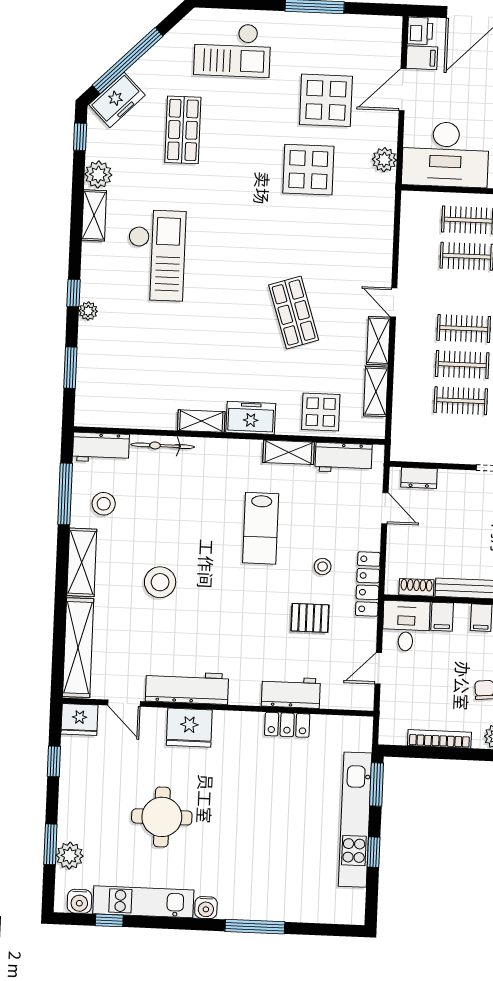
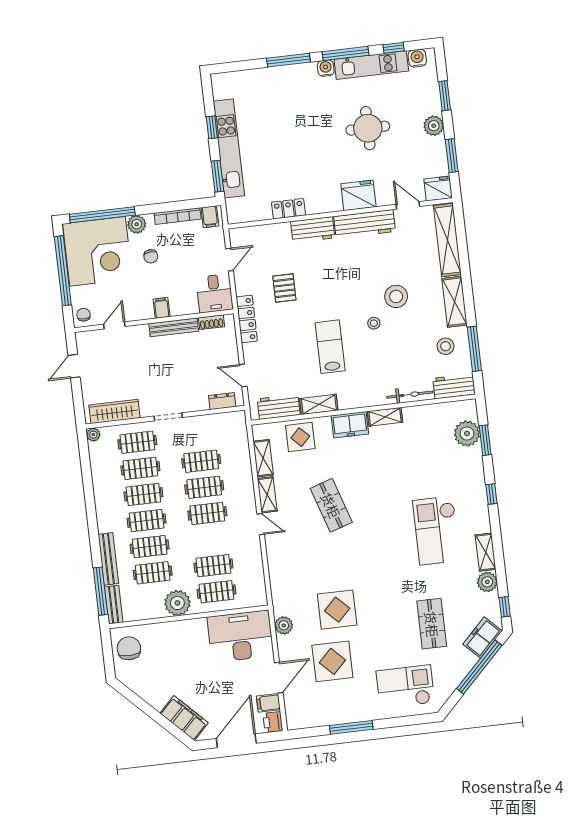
plant: (88, 311) -> (467, 433), moved, width x1.88, depth x1.88
stool: (323, 566) -> (374, 323), moved
filing cabinet: (442, 617) -> (210, 217), moved, turned 180
pallet: (310, 618) -> (284, 288), turned 90
workbench: (291, 692) -> (313, 230), moved
window: (54, 761) -> (452, 156), width x1.50
plant: (70, 856) -> (434, 126), moved
window: (176, 923) -> (346, 53), added

